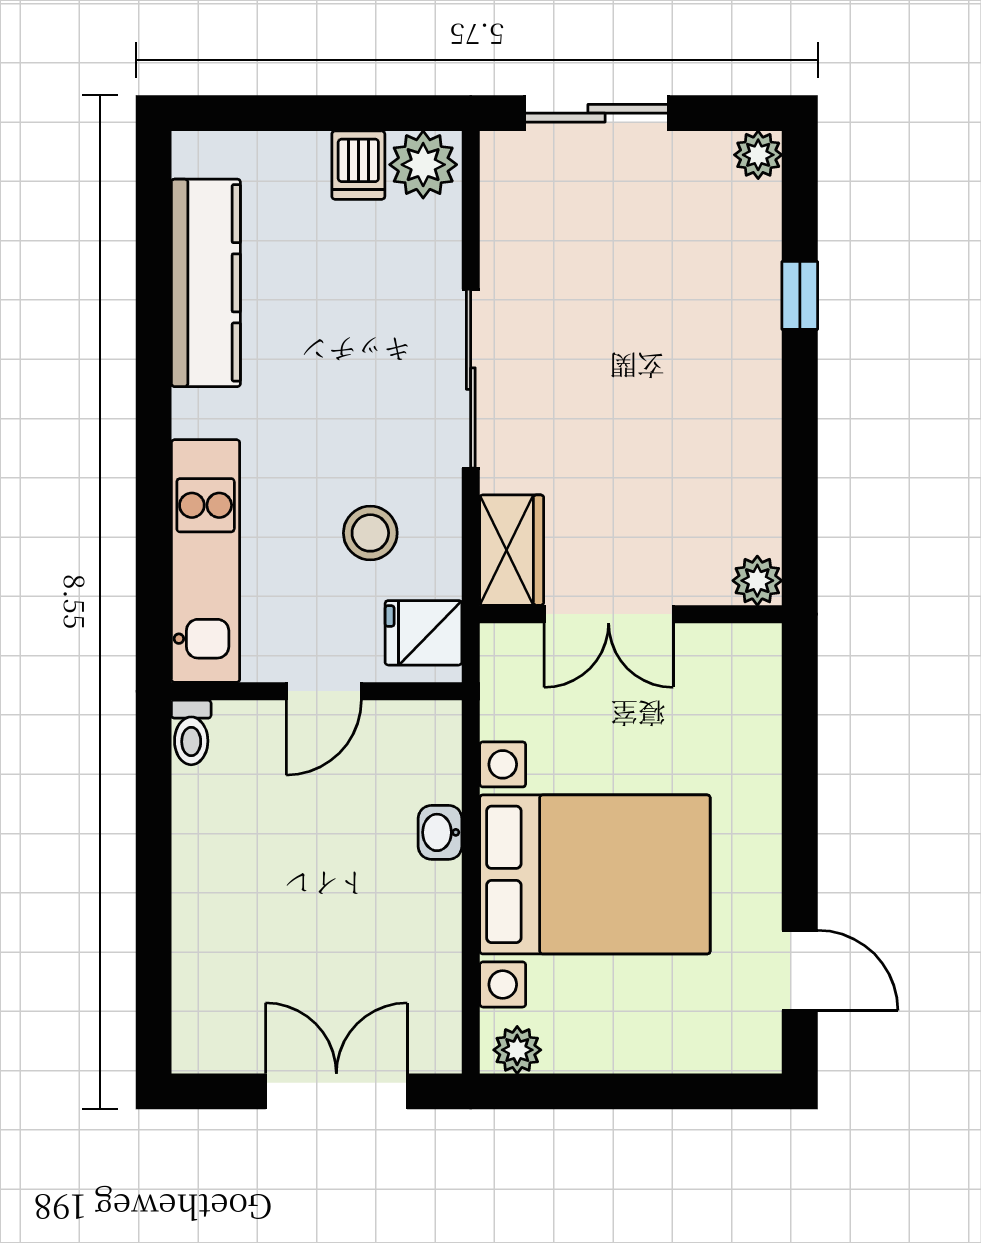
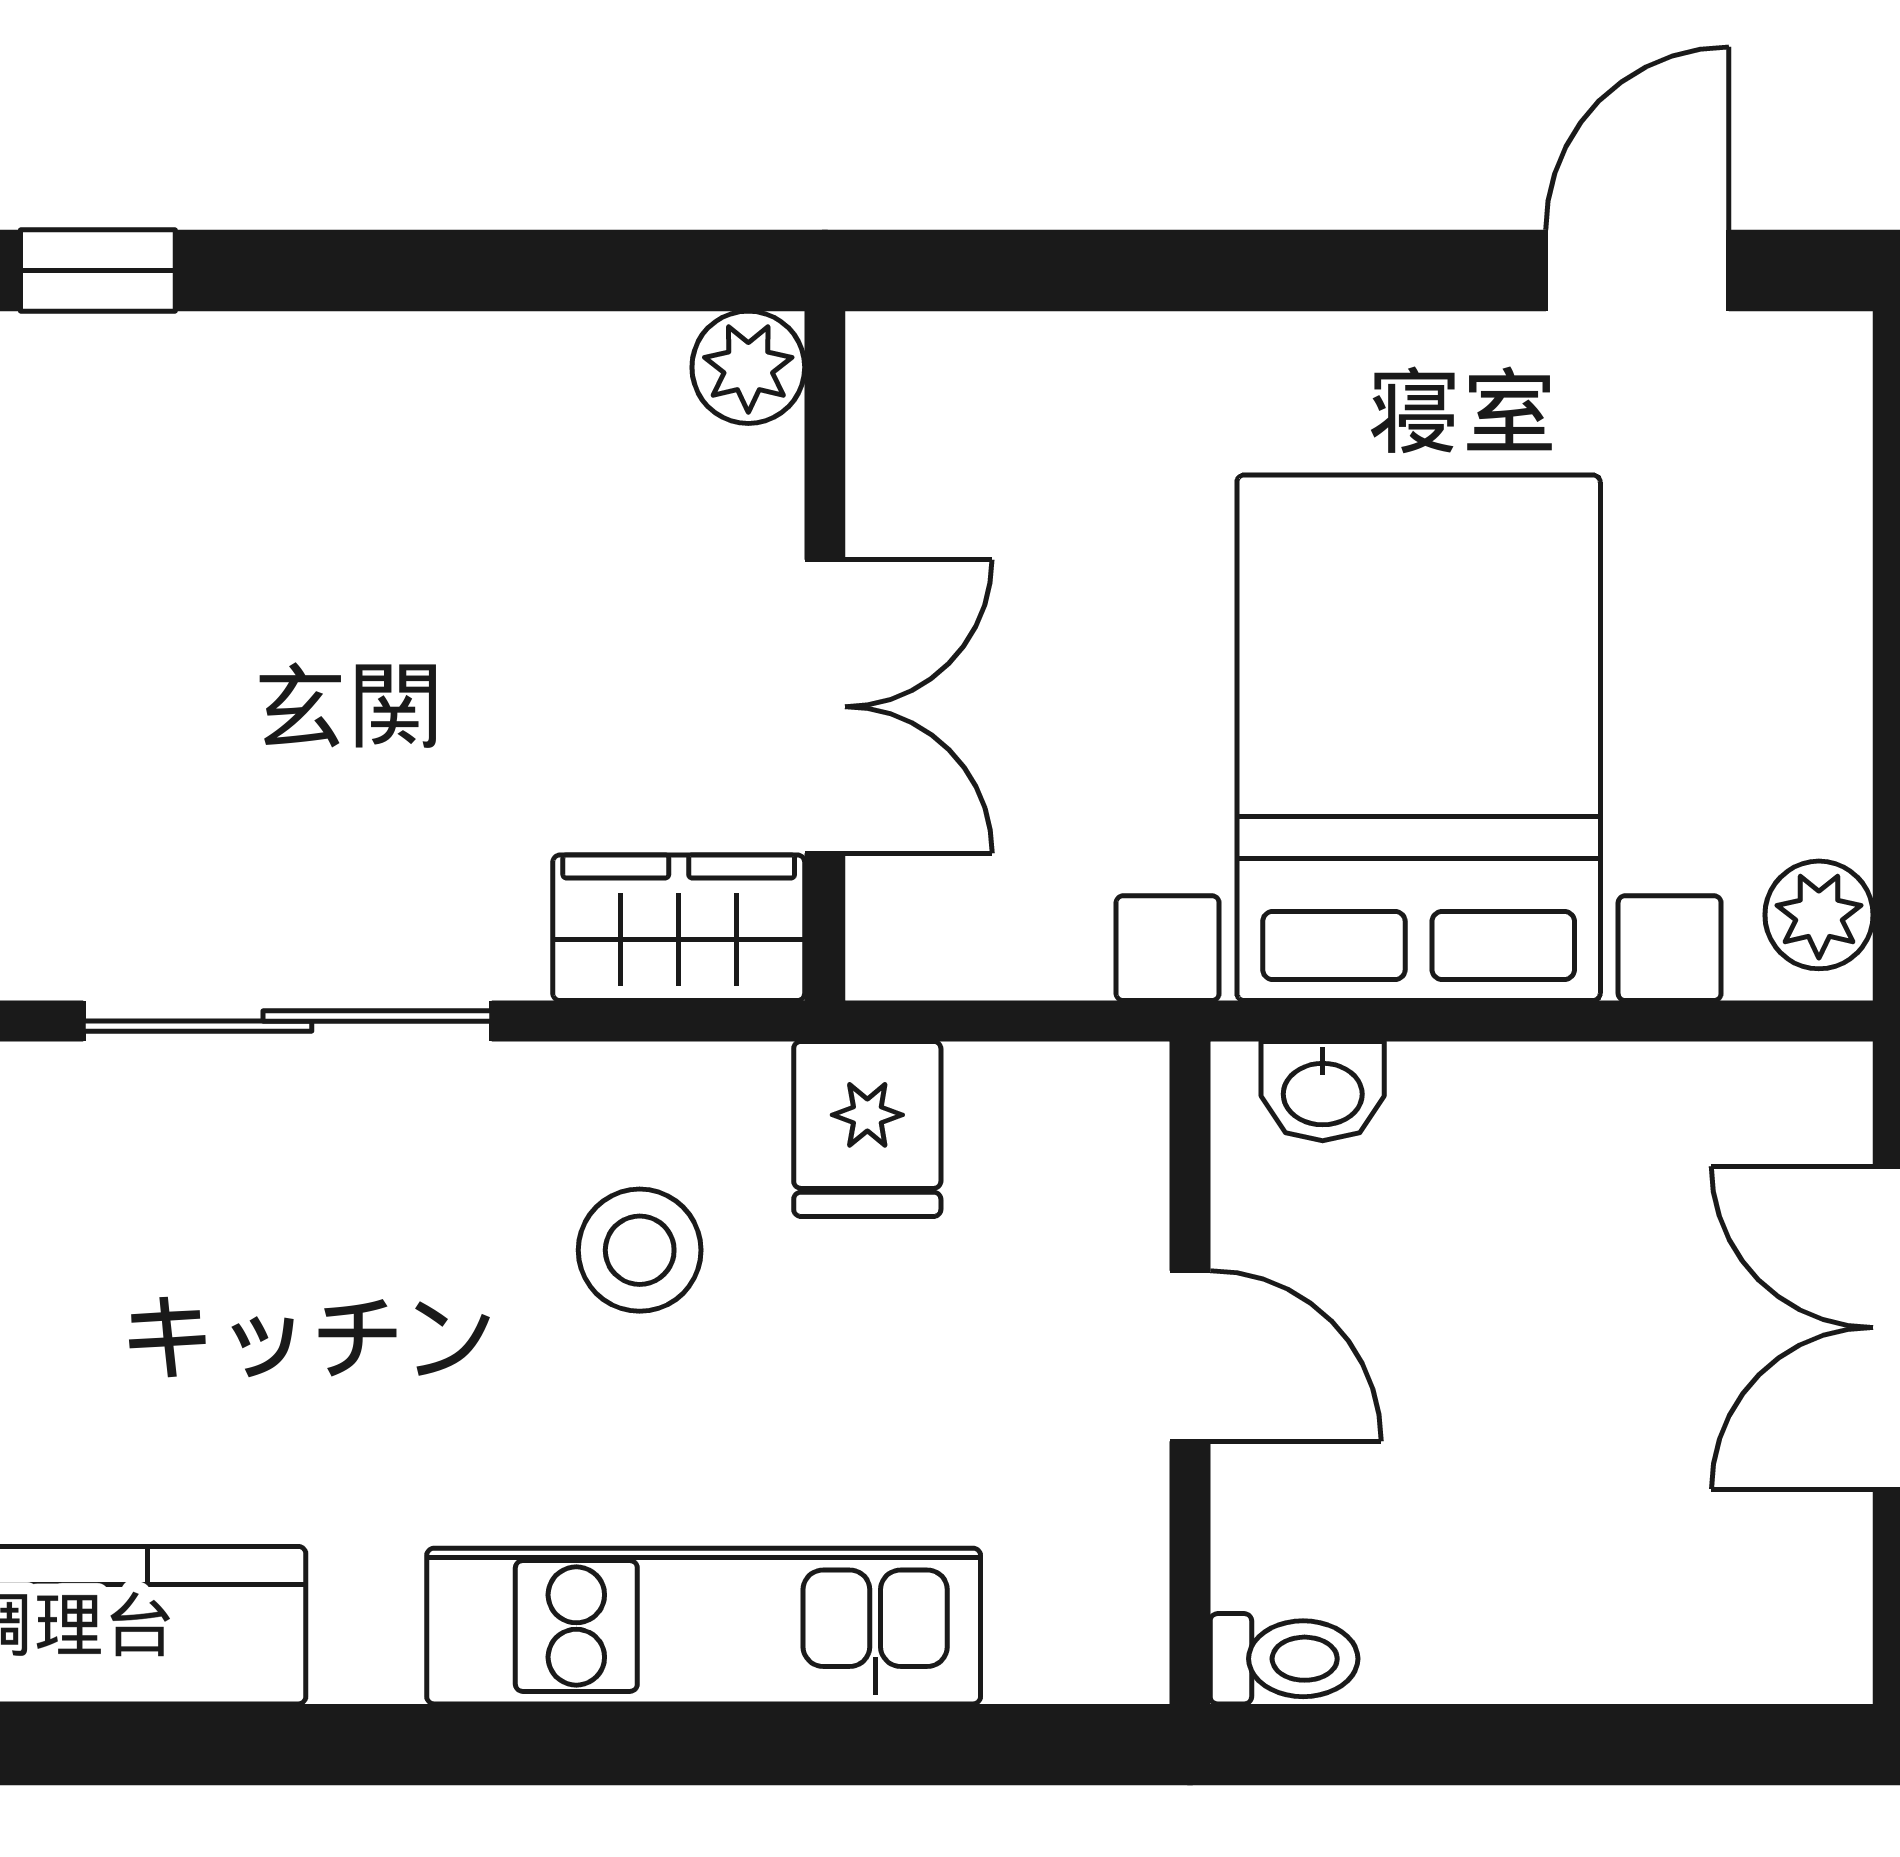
wall: (317, 691) -> (1190, 1373), moved
door: (324, 691) -> (1190, 1356), moved
toilet: (191, 732) -> (1284, 1659), moved

